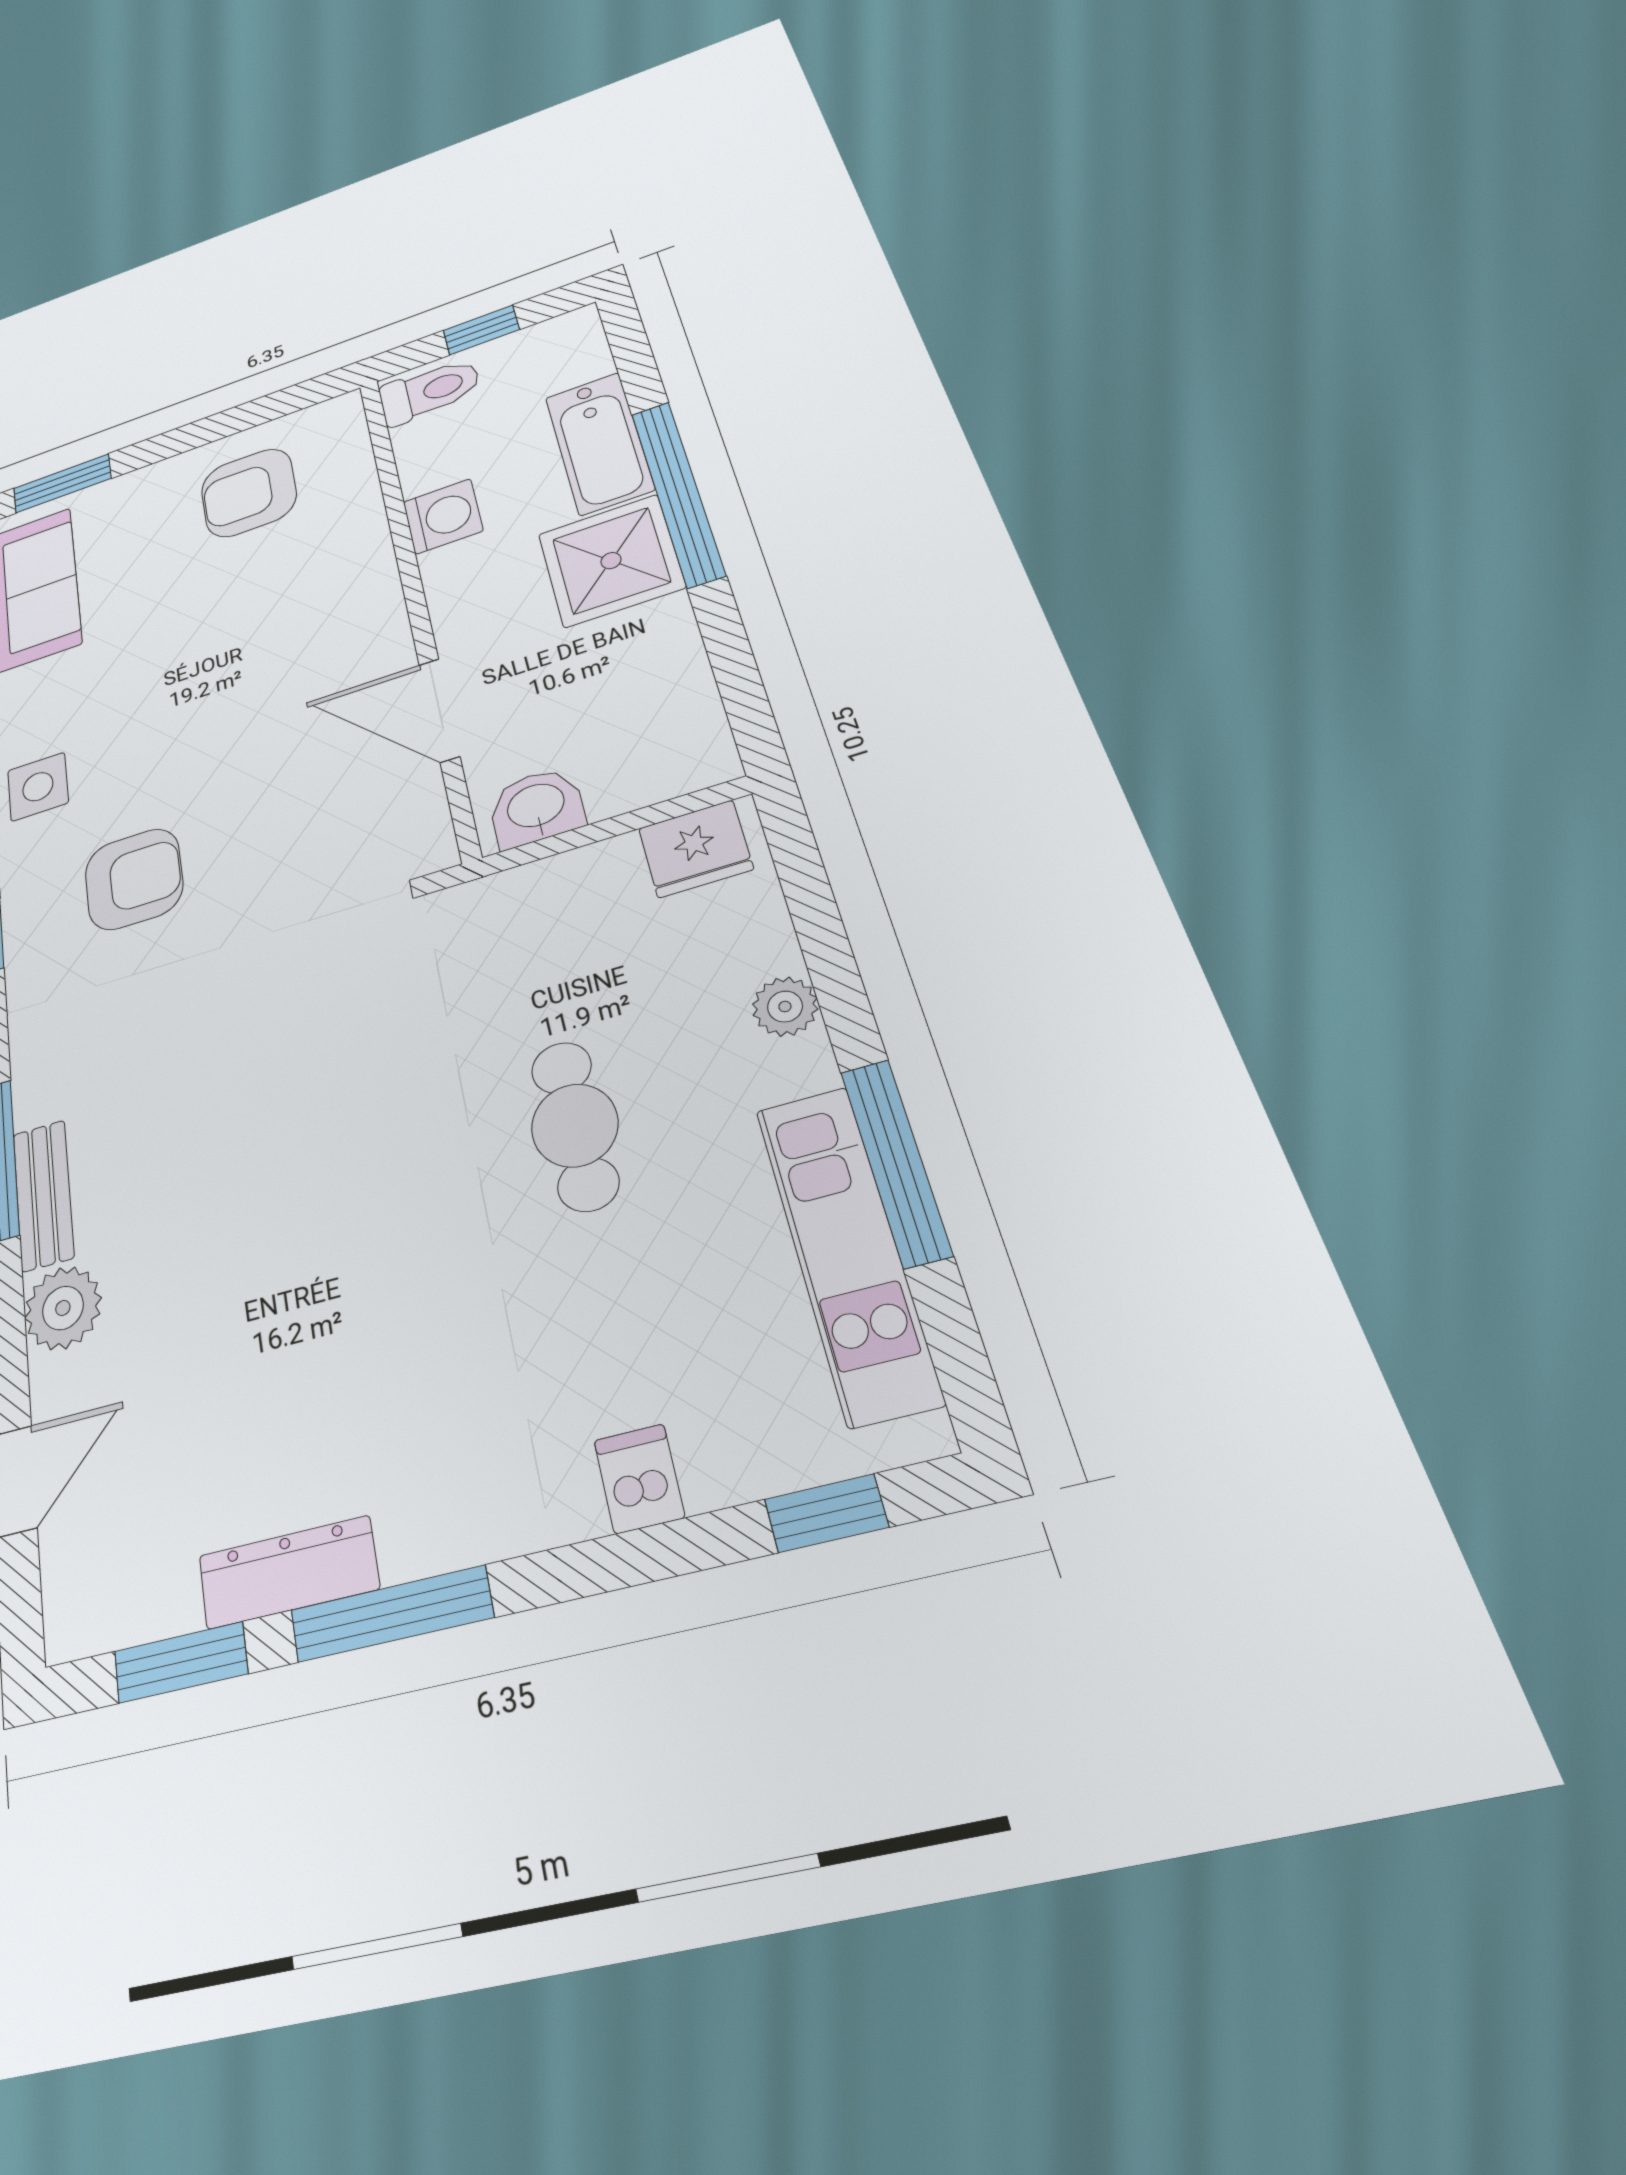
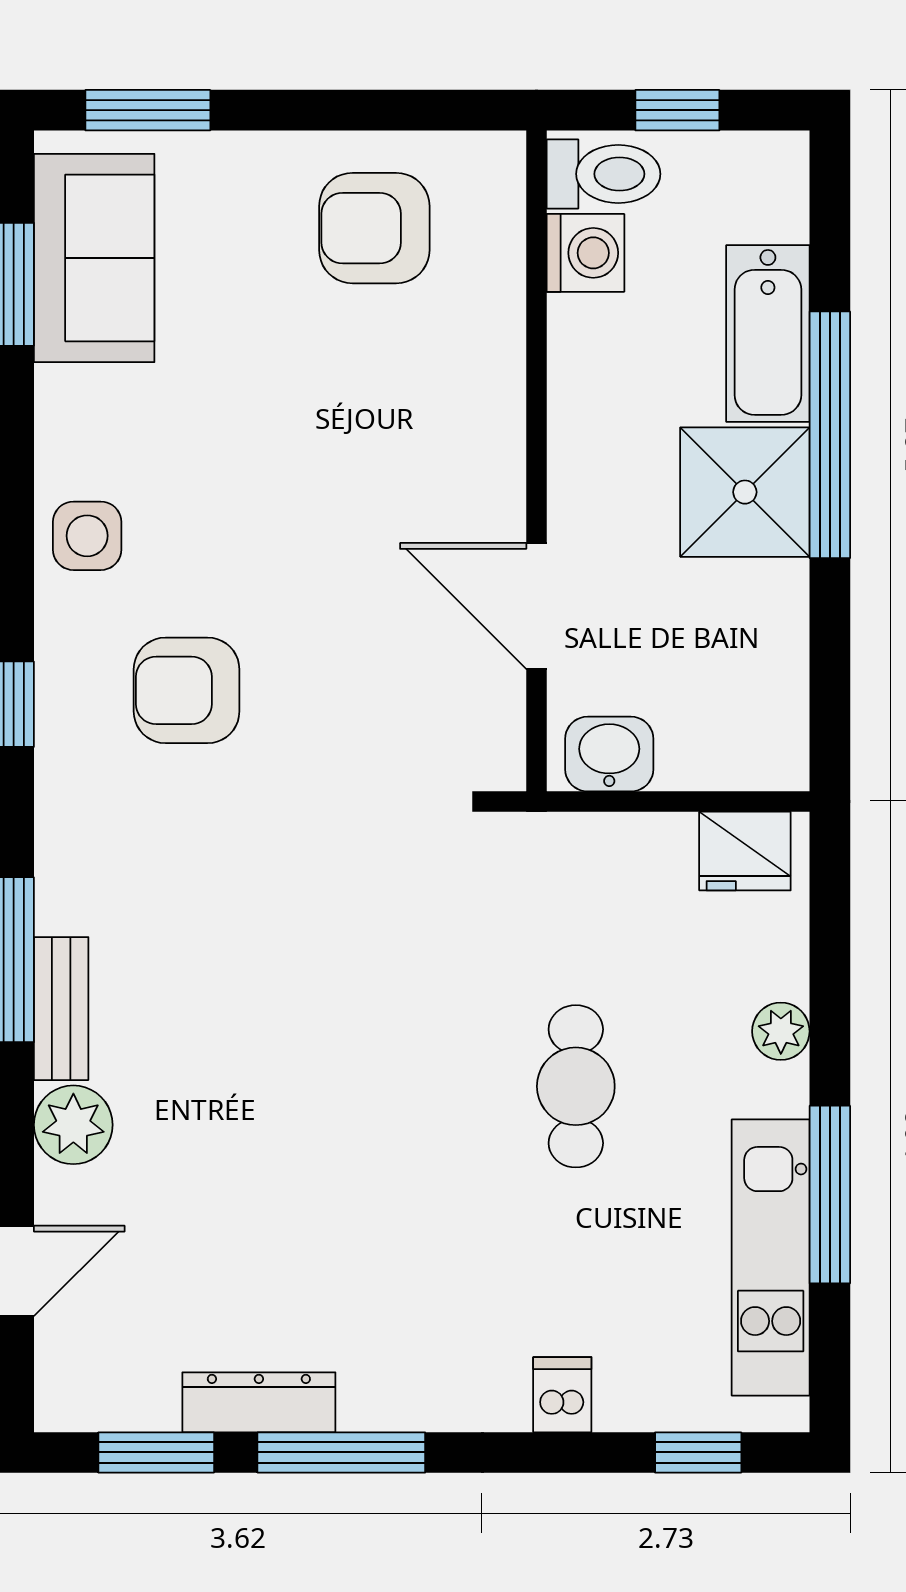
washing machine: (443, 516) -> (585, 253), moved
armchair: (134, 879) -> (187, 690), turned 180

